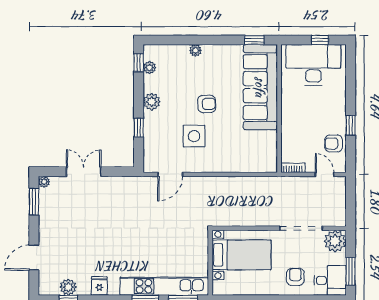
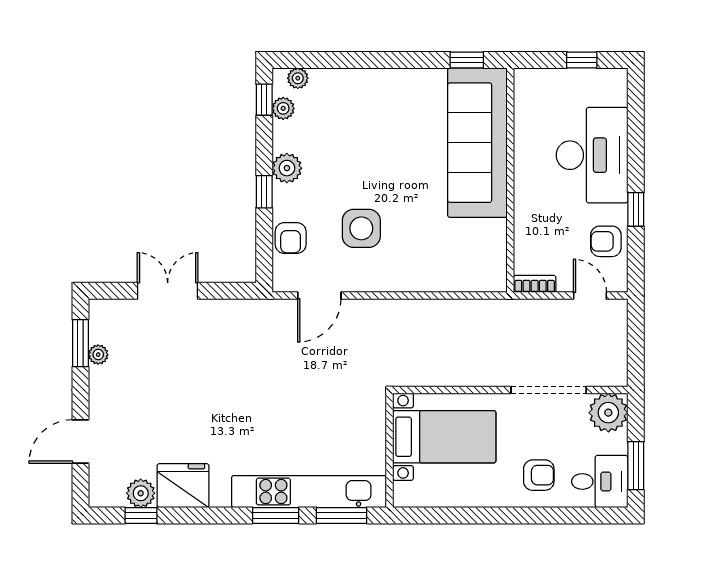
plant: (195, 50) -> (298, 78), moved
desk: (313, 65) -> (592, 155), moved, turned 90
armchair: (207, 104) -> (291, 238), moved, turned 93
window: (139, 128) -> (264, 192), moved
plant: (44, 182) -> (98, 355), moved
armchair: (295, 277) -> (539, 475), turned 90
fridge: (99, 286) -> (183, 486), width x1.88, depth x1.34

